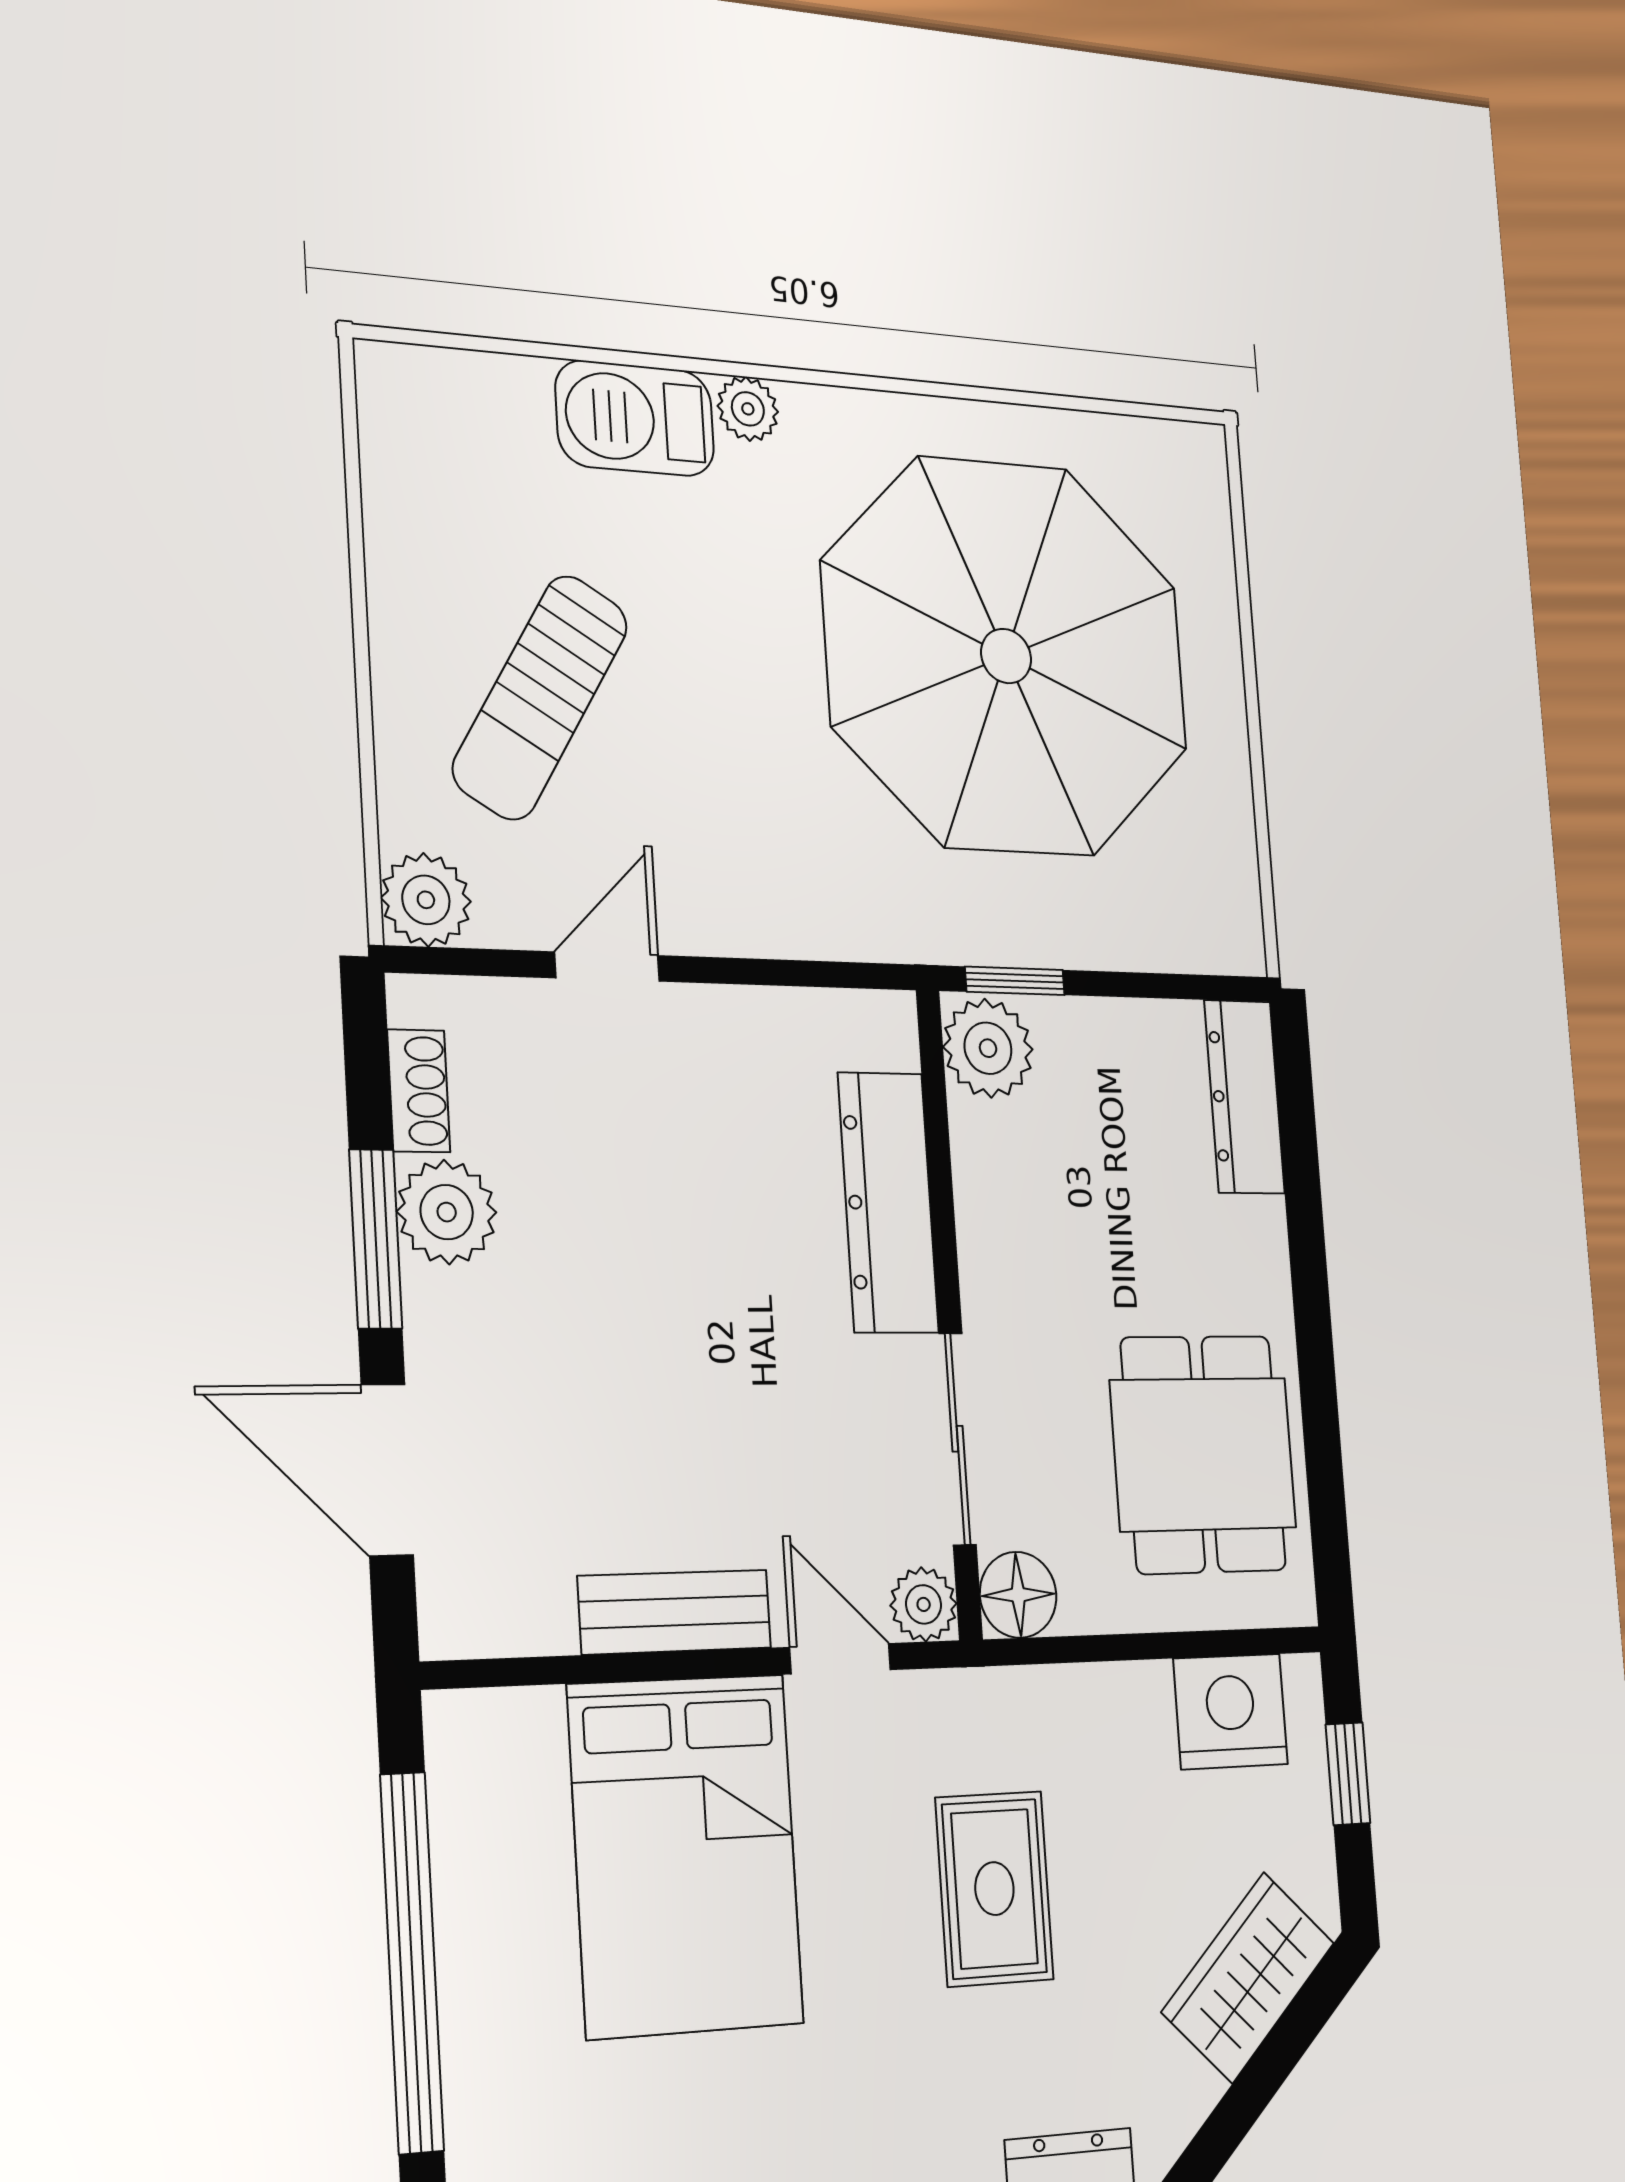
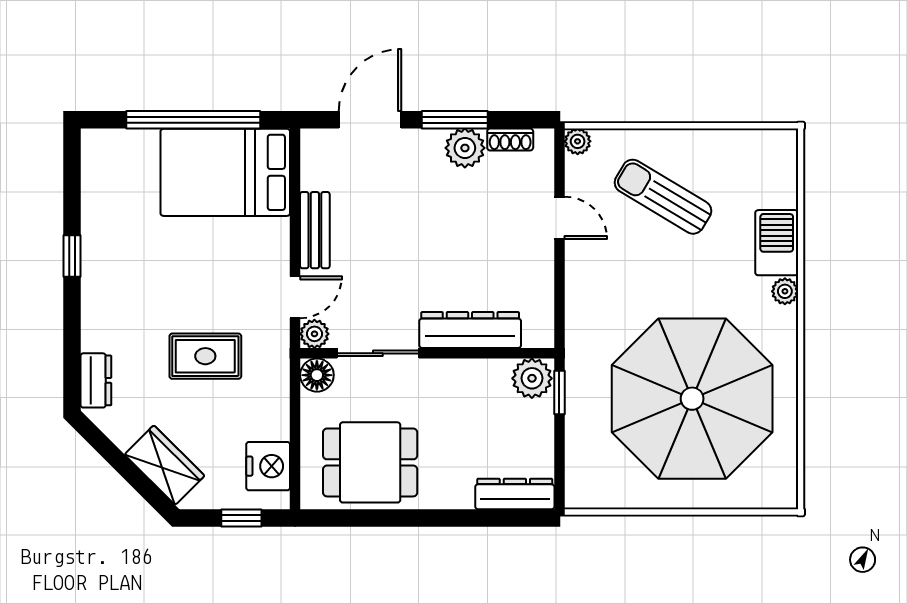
plant: (426, 900) -> (578, 141), width x0.73, depth x0.73
bed: (686, 1855) -> (225, 172), moved

